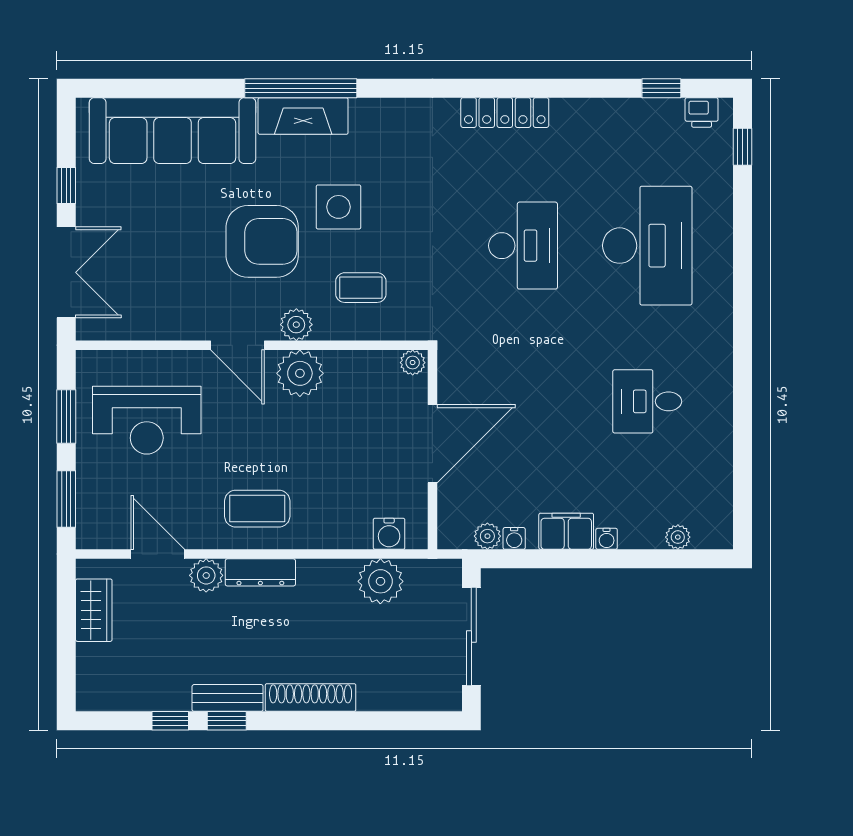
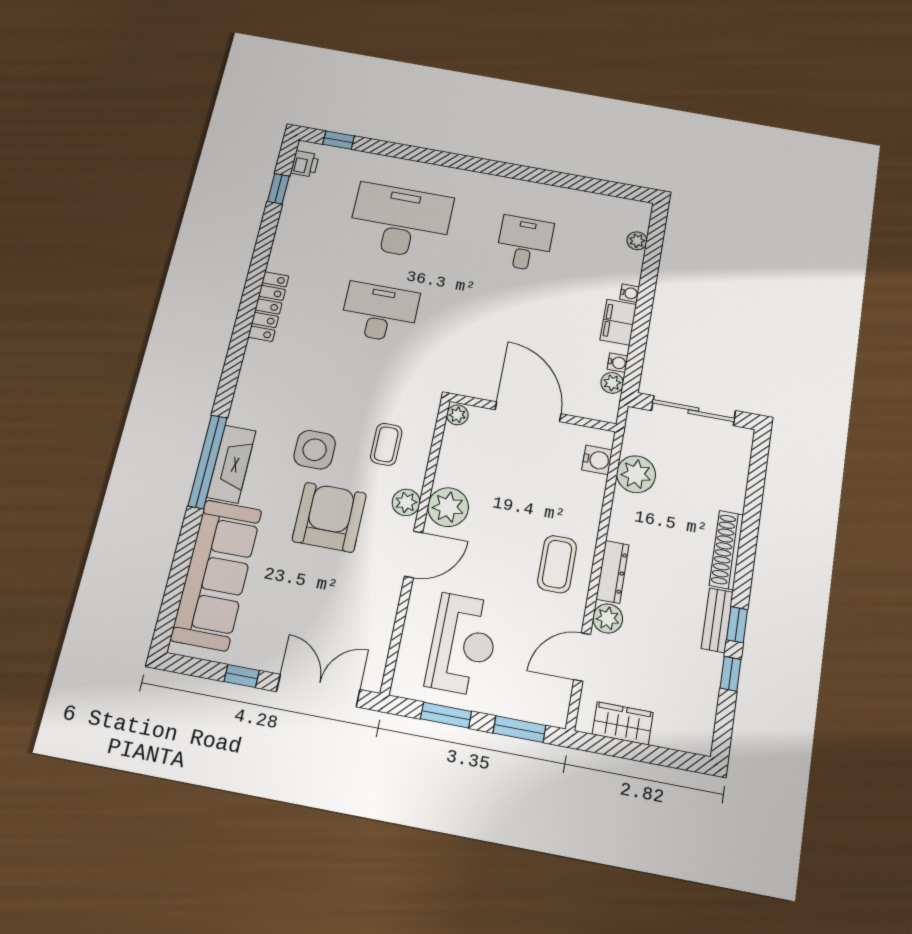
desk: (647, 401) -> (525, 243), turned 180

